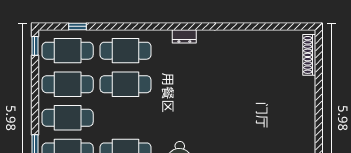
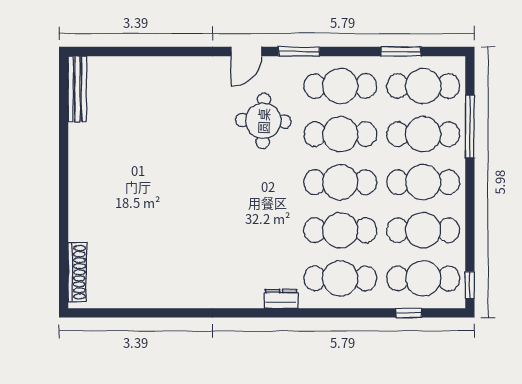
dresser: (184, 36) -> (281, 299), moved
cafe table: (126, 118) -> (340, 182), added

